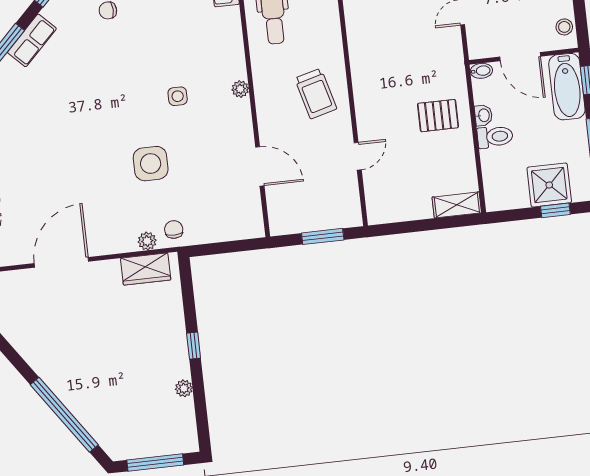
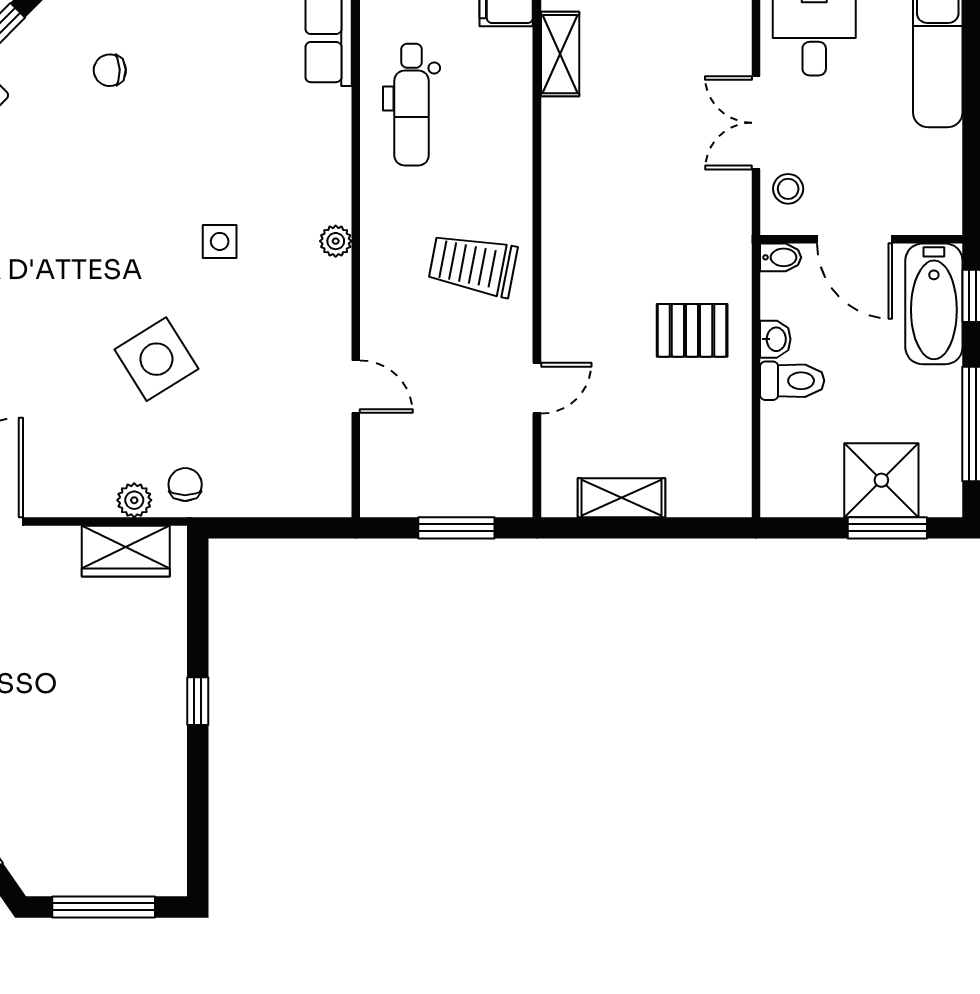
stool: (564, 27) -> (788, 189), moved
trolley: (316, 94) -> (473, 265), turned 116
side table: (151, 164) -> (156, 359), turned -32
door: (260, 166) -> (356, 387), width x0.73
shelving: (457, 205) -> (621, 498), moved
window: (555, 210) -> (887, 528), width x1.50
plant: (184, 388) -> (171, 777), removed

